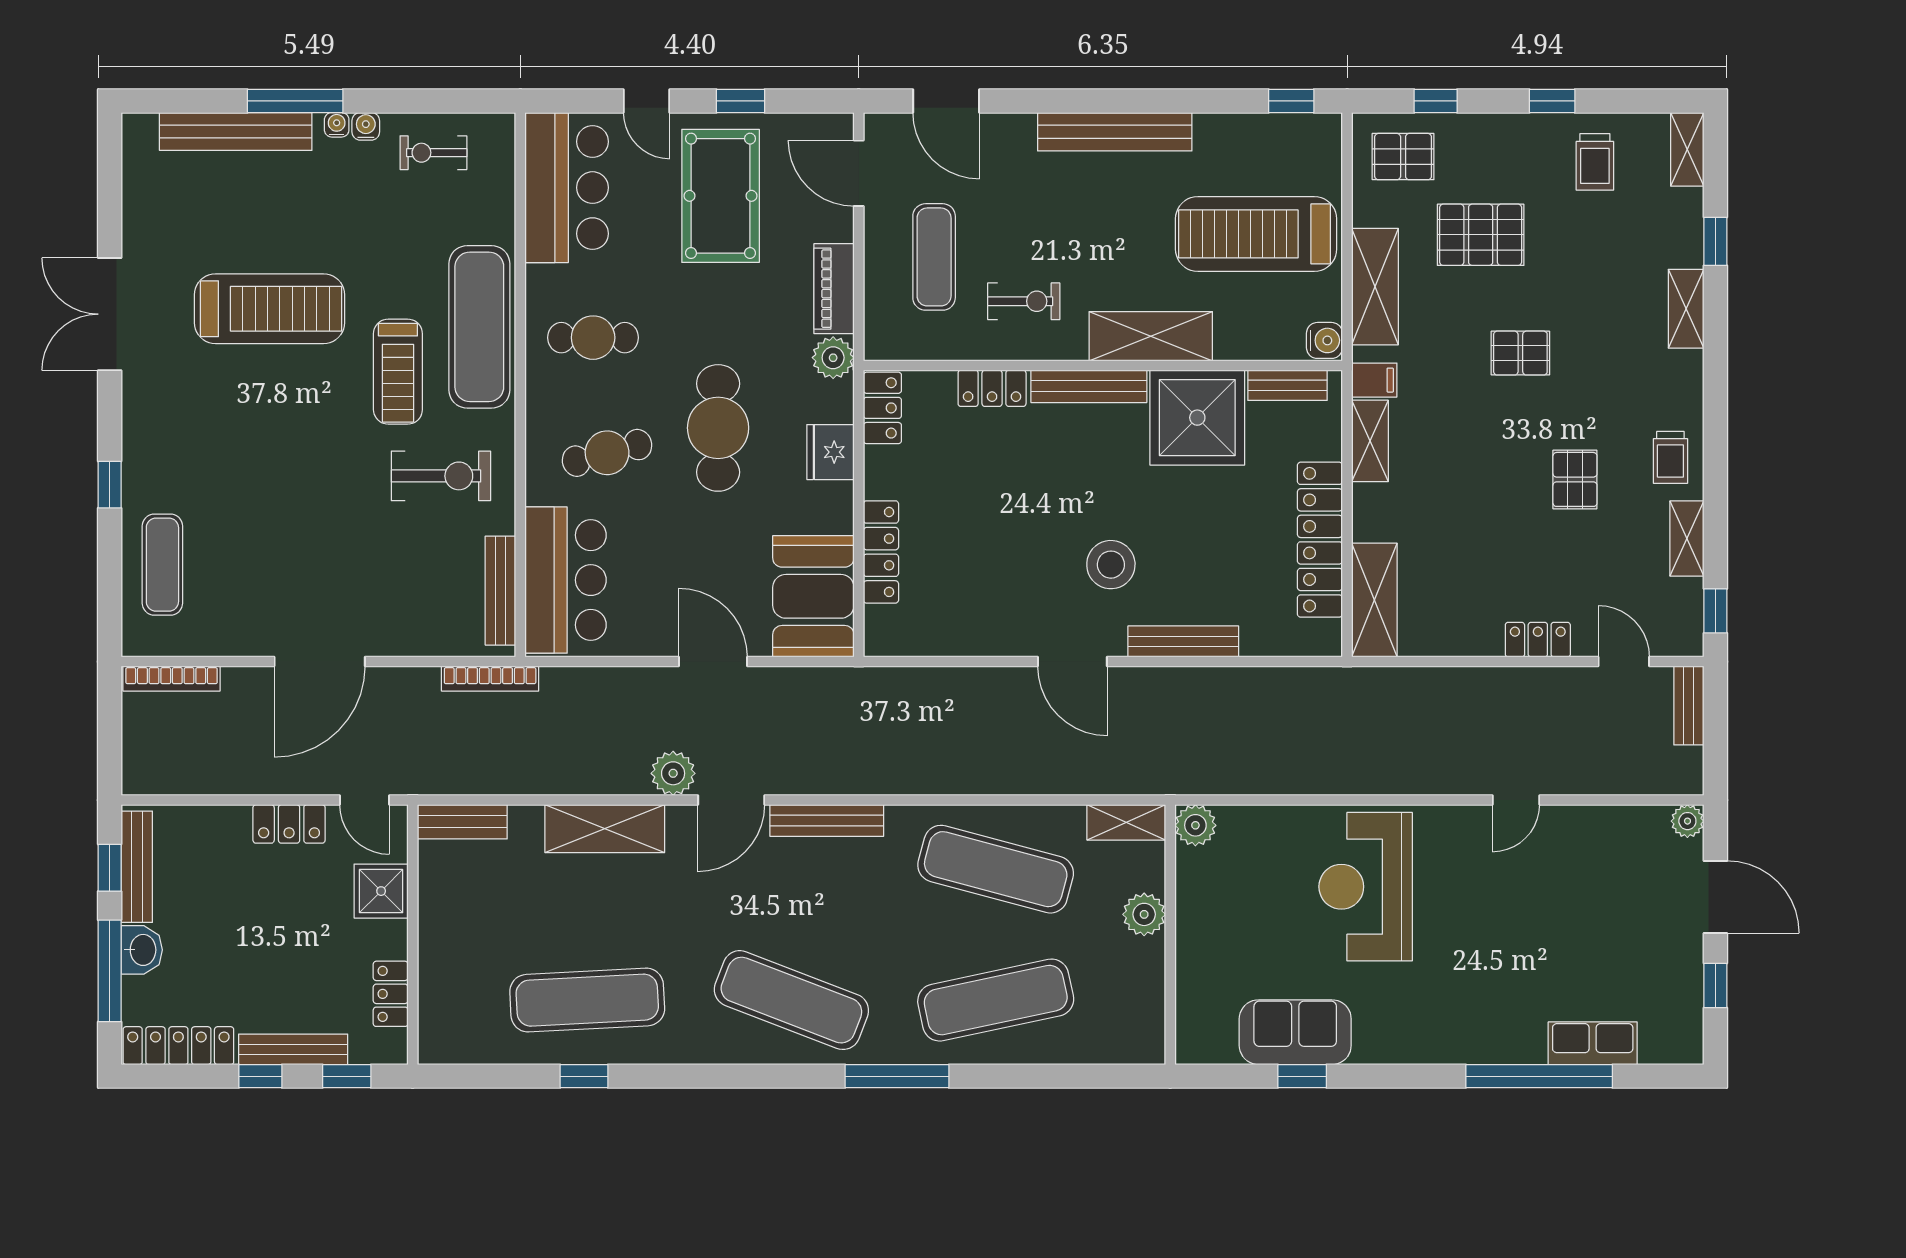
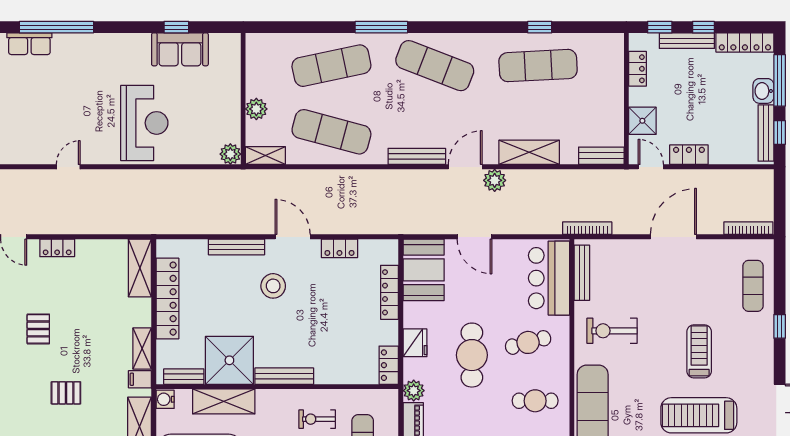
shelving: (1151, 336) -> (224, 401), moved
treadmill: (398, 372) -> (699, 351), moved
locker: (992, 388) -> (339, 248), moved, turned 180

